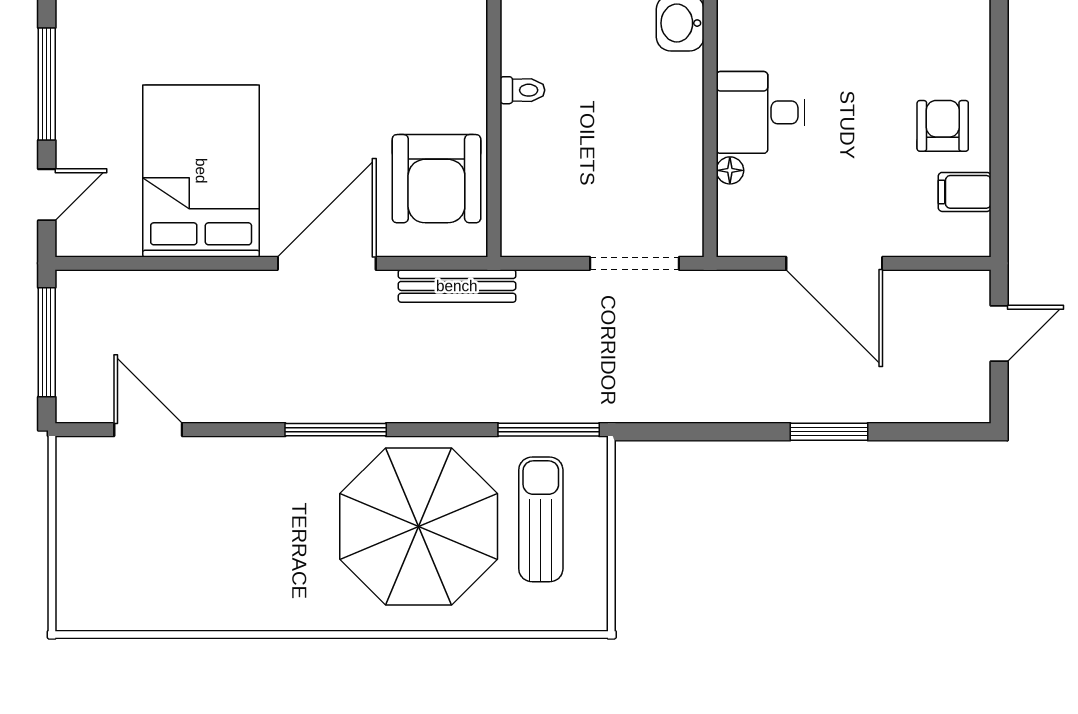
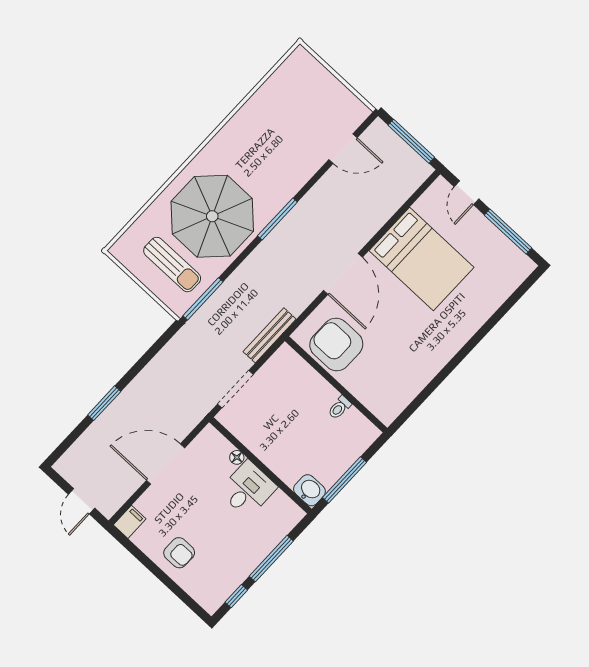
filing cabinet: (965, 192) -> (130, 522), moved
bench: (457, 286) -> (270, 335), moved

